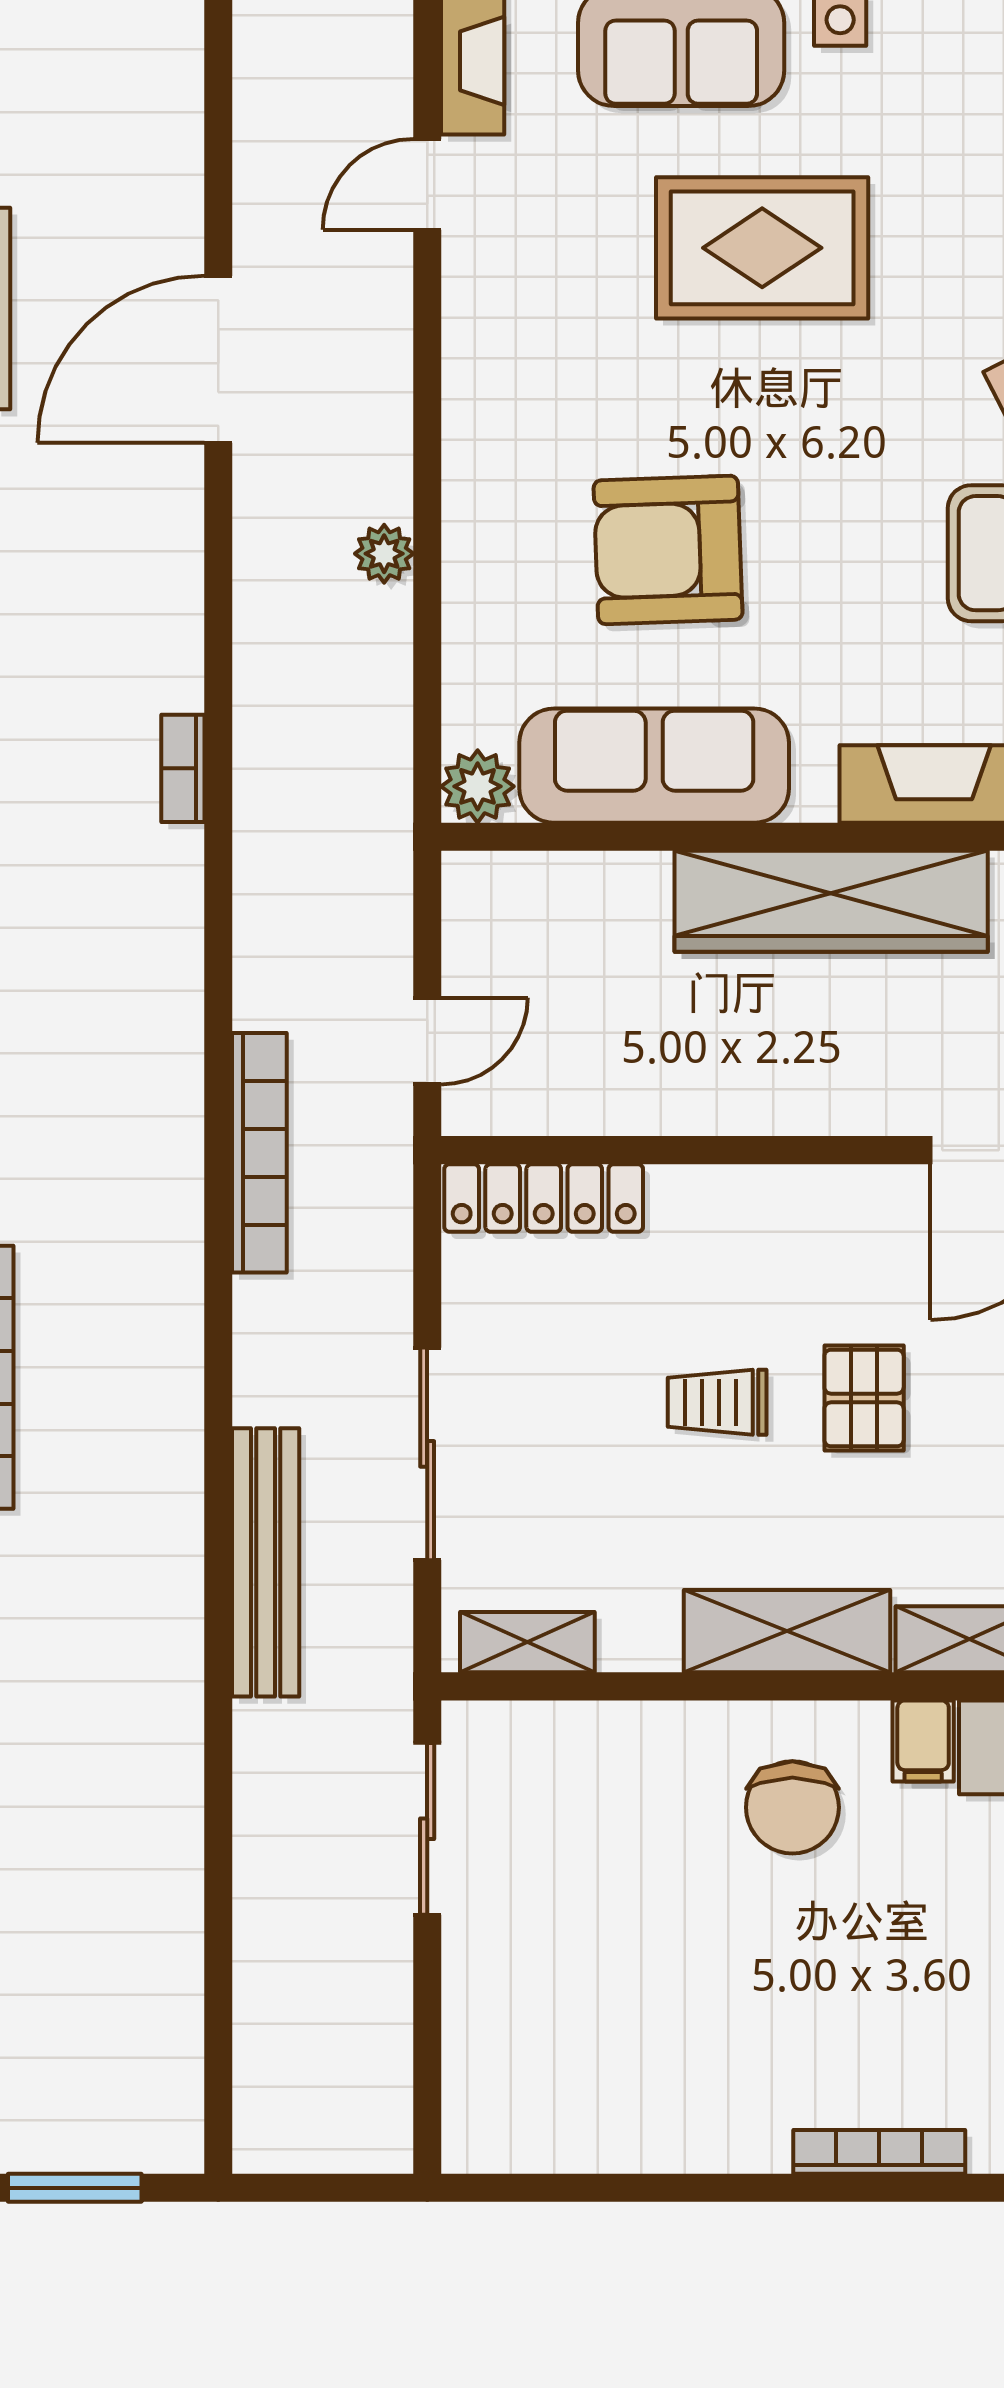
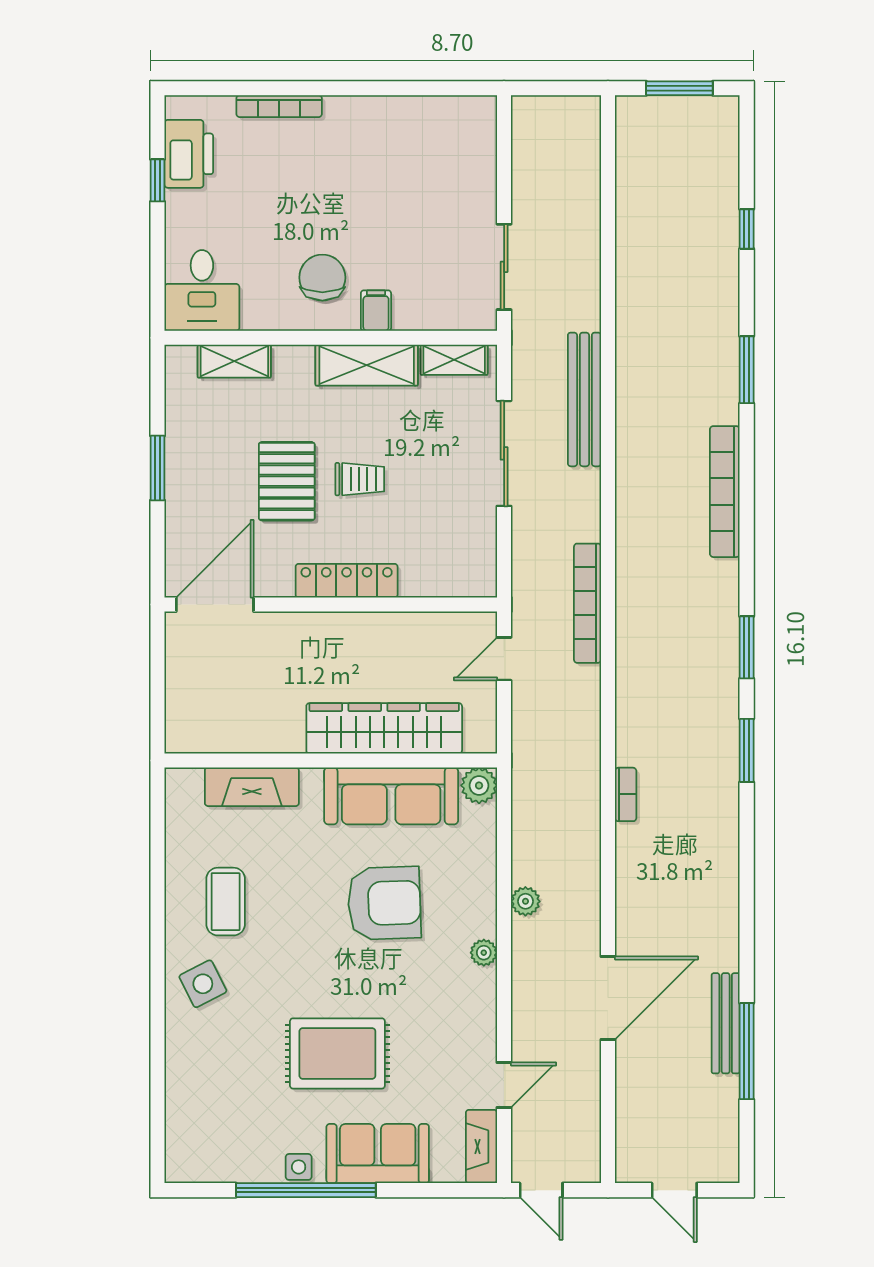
plant: (468, 450) -> (484, 953), added
wardrobe: (831, 901) -> (384, 728), moved
locker: (544, 1198) -> (347, 581), moved
pallet: (864, 1398) -> (287, 481), width x1.50, depth x1.42
shelving: (787, 1631) -> (367, 365), moved
filing cabinet: (923, 1741) -> (376, 311), moved

